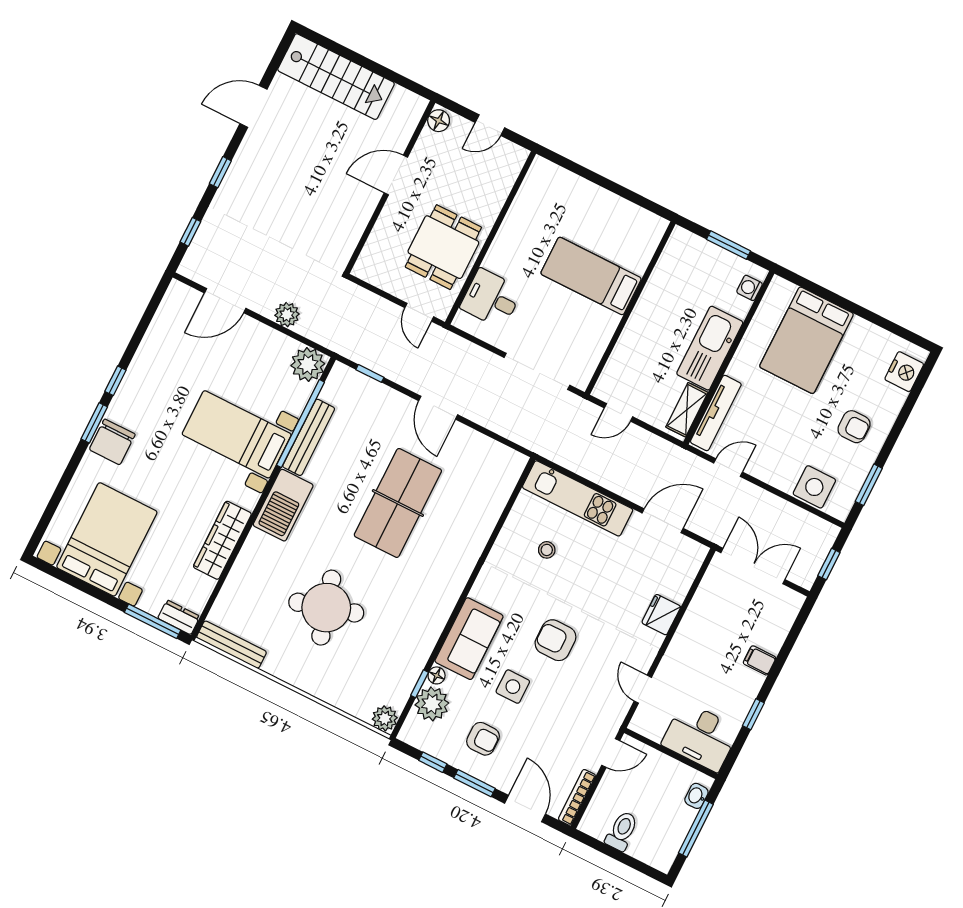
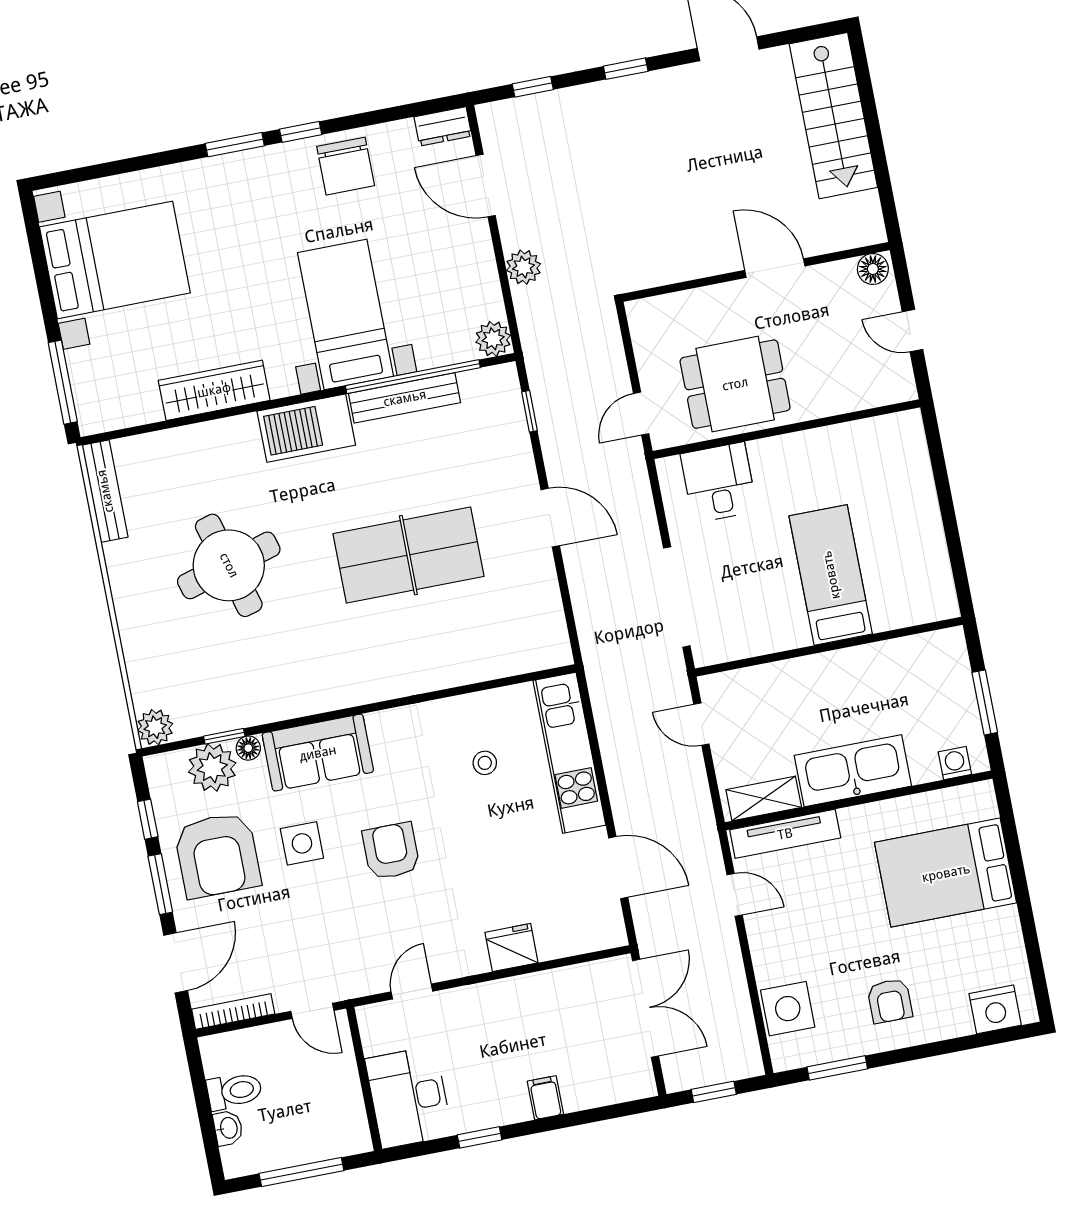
plant: (308, 365) -> (493, 339), width x0.73, depth x0.73
door: (438, 408) -> (550, 518), swing flipped
chair: (112, 442) -> (346, 166), moved, turned -90
dresser: (179, 617) -> (443, 126), moved, turned 90
armchair: (483, 739) -> (217, 855), width x1.88, depth x1.88
washbasin: (696, 796) -> (228, 1128), moved, turned 90

